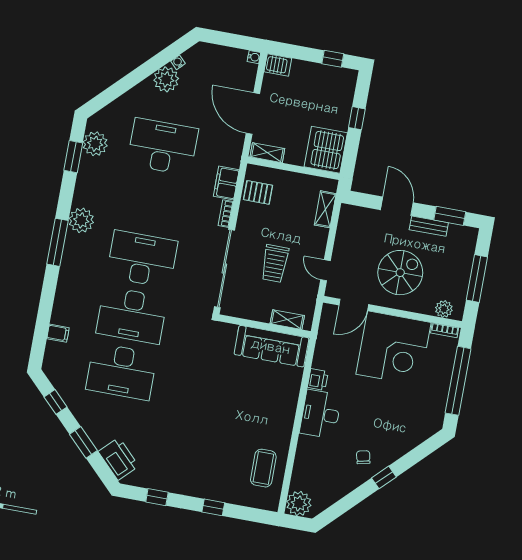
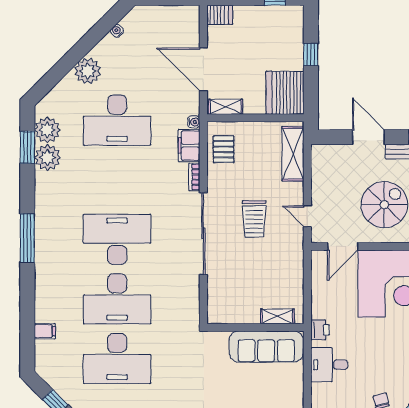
water cooler: (254, 57) -> (194, 122), moved
plant: (166, 79) -> (88, 71), moved
desk: (163, 147) -> (117, 120), turned 180
pallet: (258, 192) -> (224, 149), turned 90
shelving: (325, 209) -> (293, 154), width x1.50, depth x1.33
plant: (81, 220) -> (48, 157), moved
shelving: (287, 320) -> (277, 316), moved
wall: (265, 326) -> (255, 327), moved
sofa: (271, 346) -> (266, 347), moved
desk: (320, 414) -> (329, 365), width x0.73

